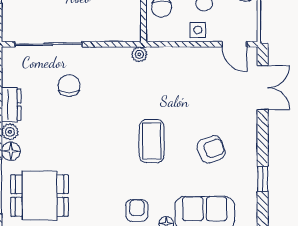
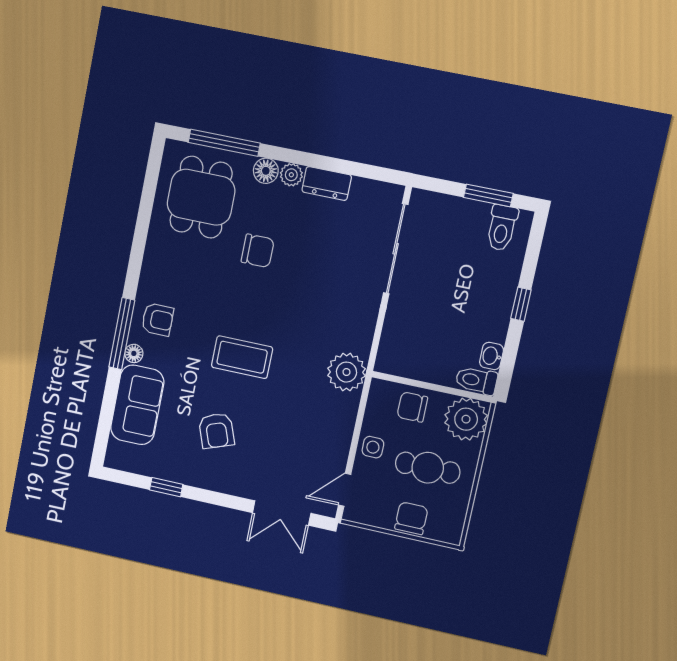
plant: (139, 54) -> (346, 372), width x1.87, depth x1.87
chair: (69, 86) -> (258, 251), moved

